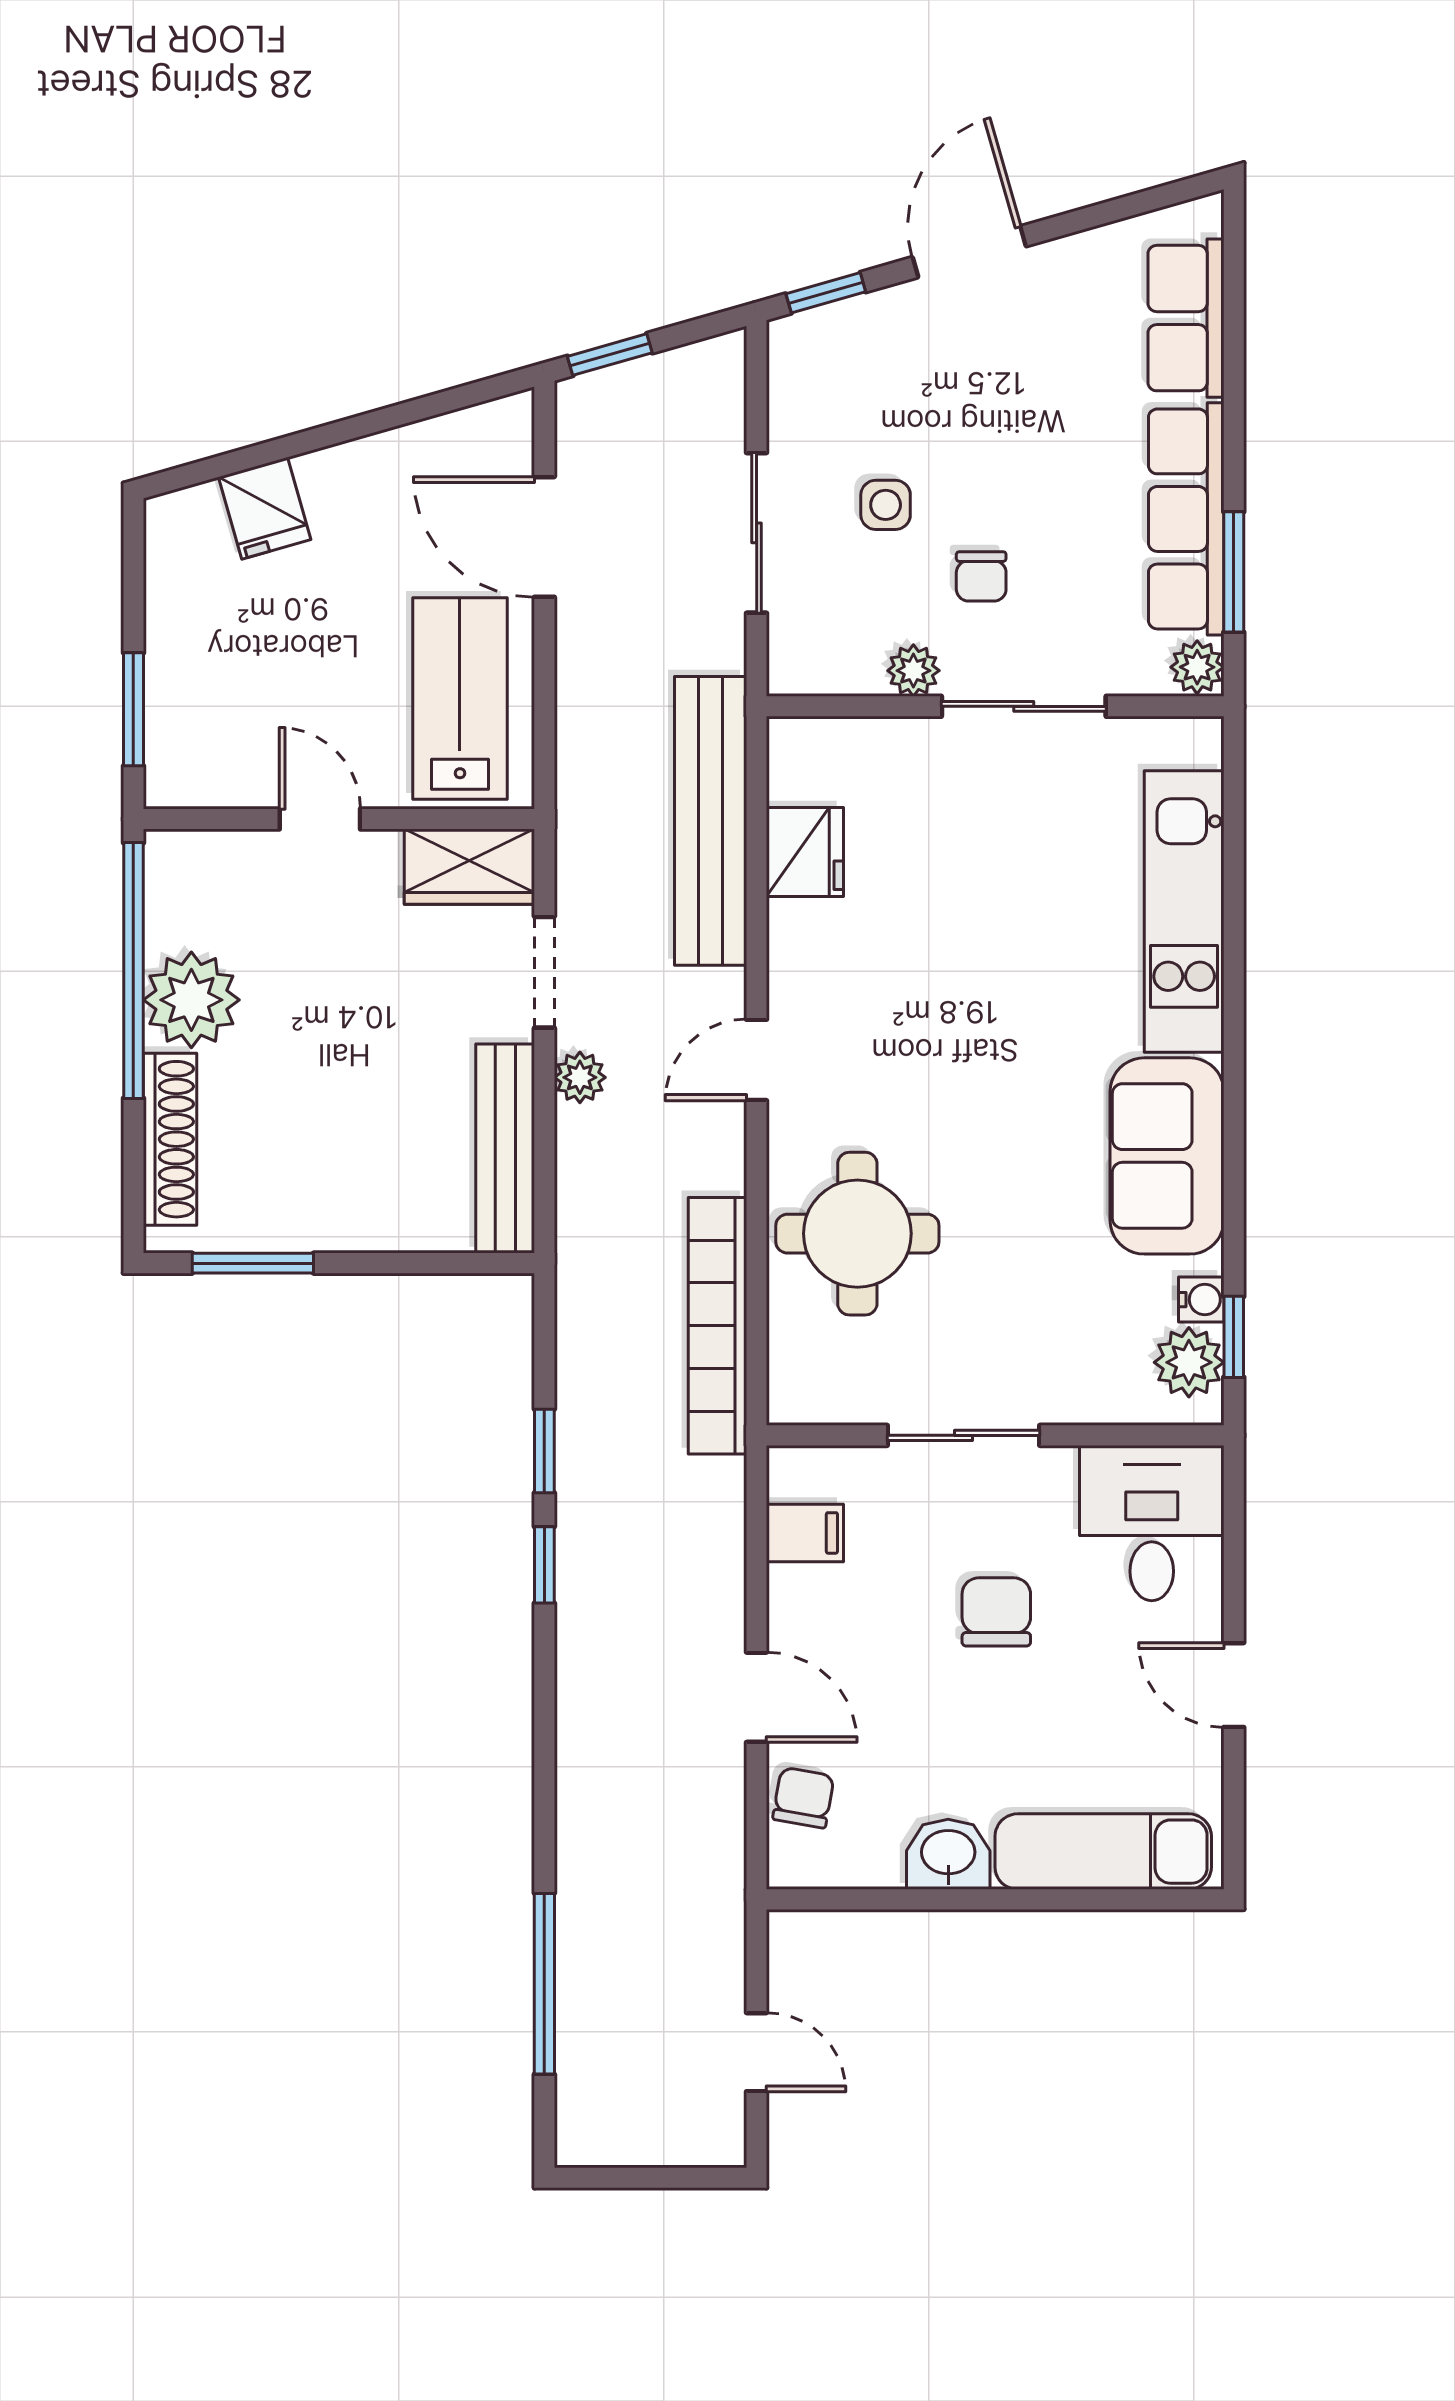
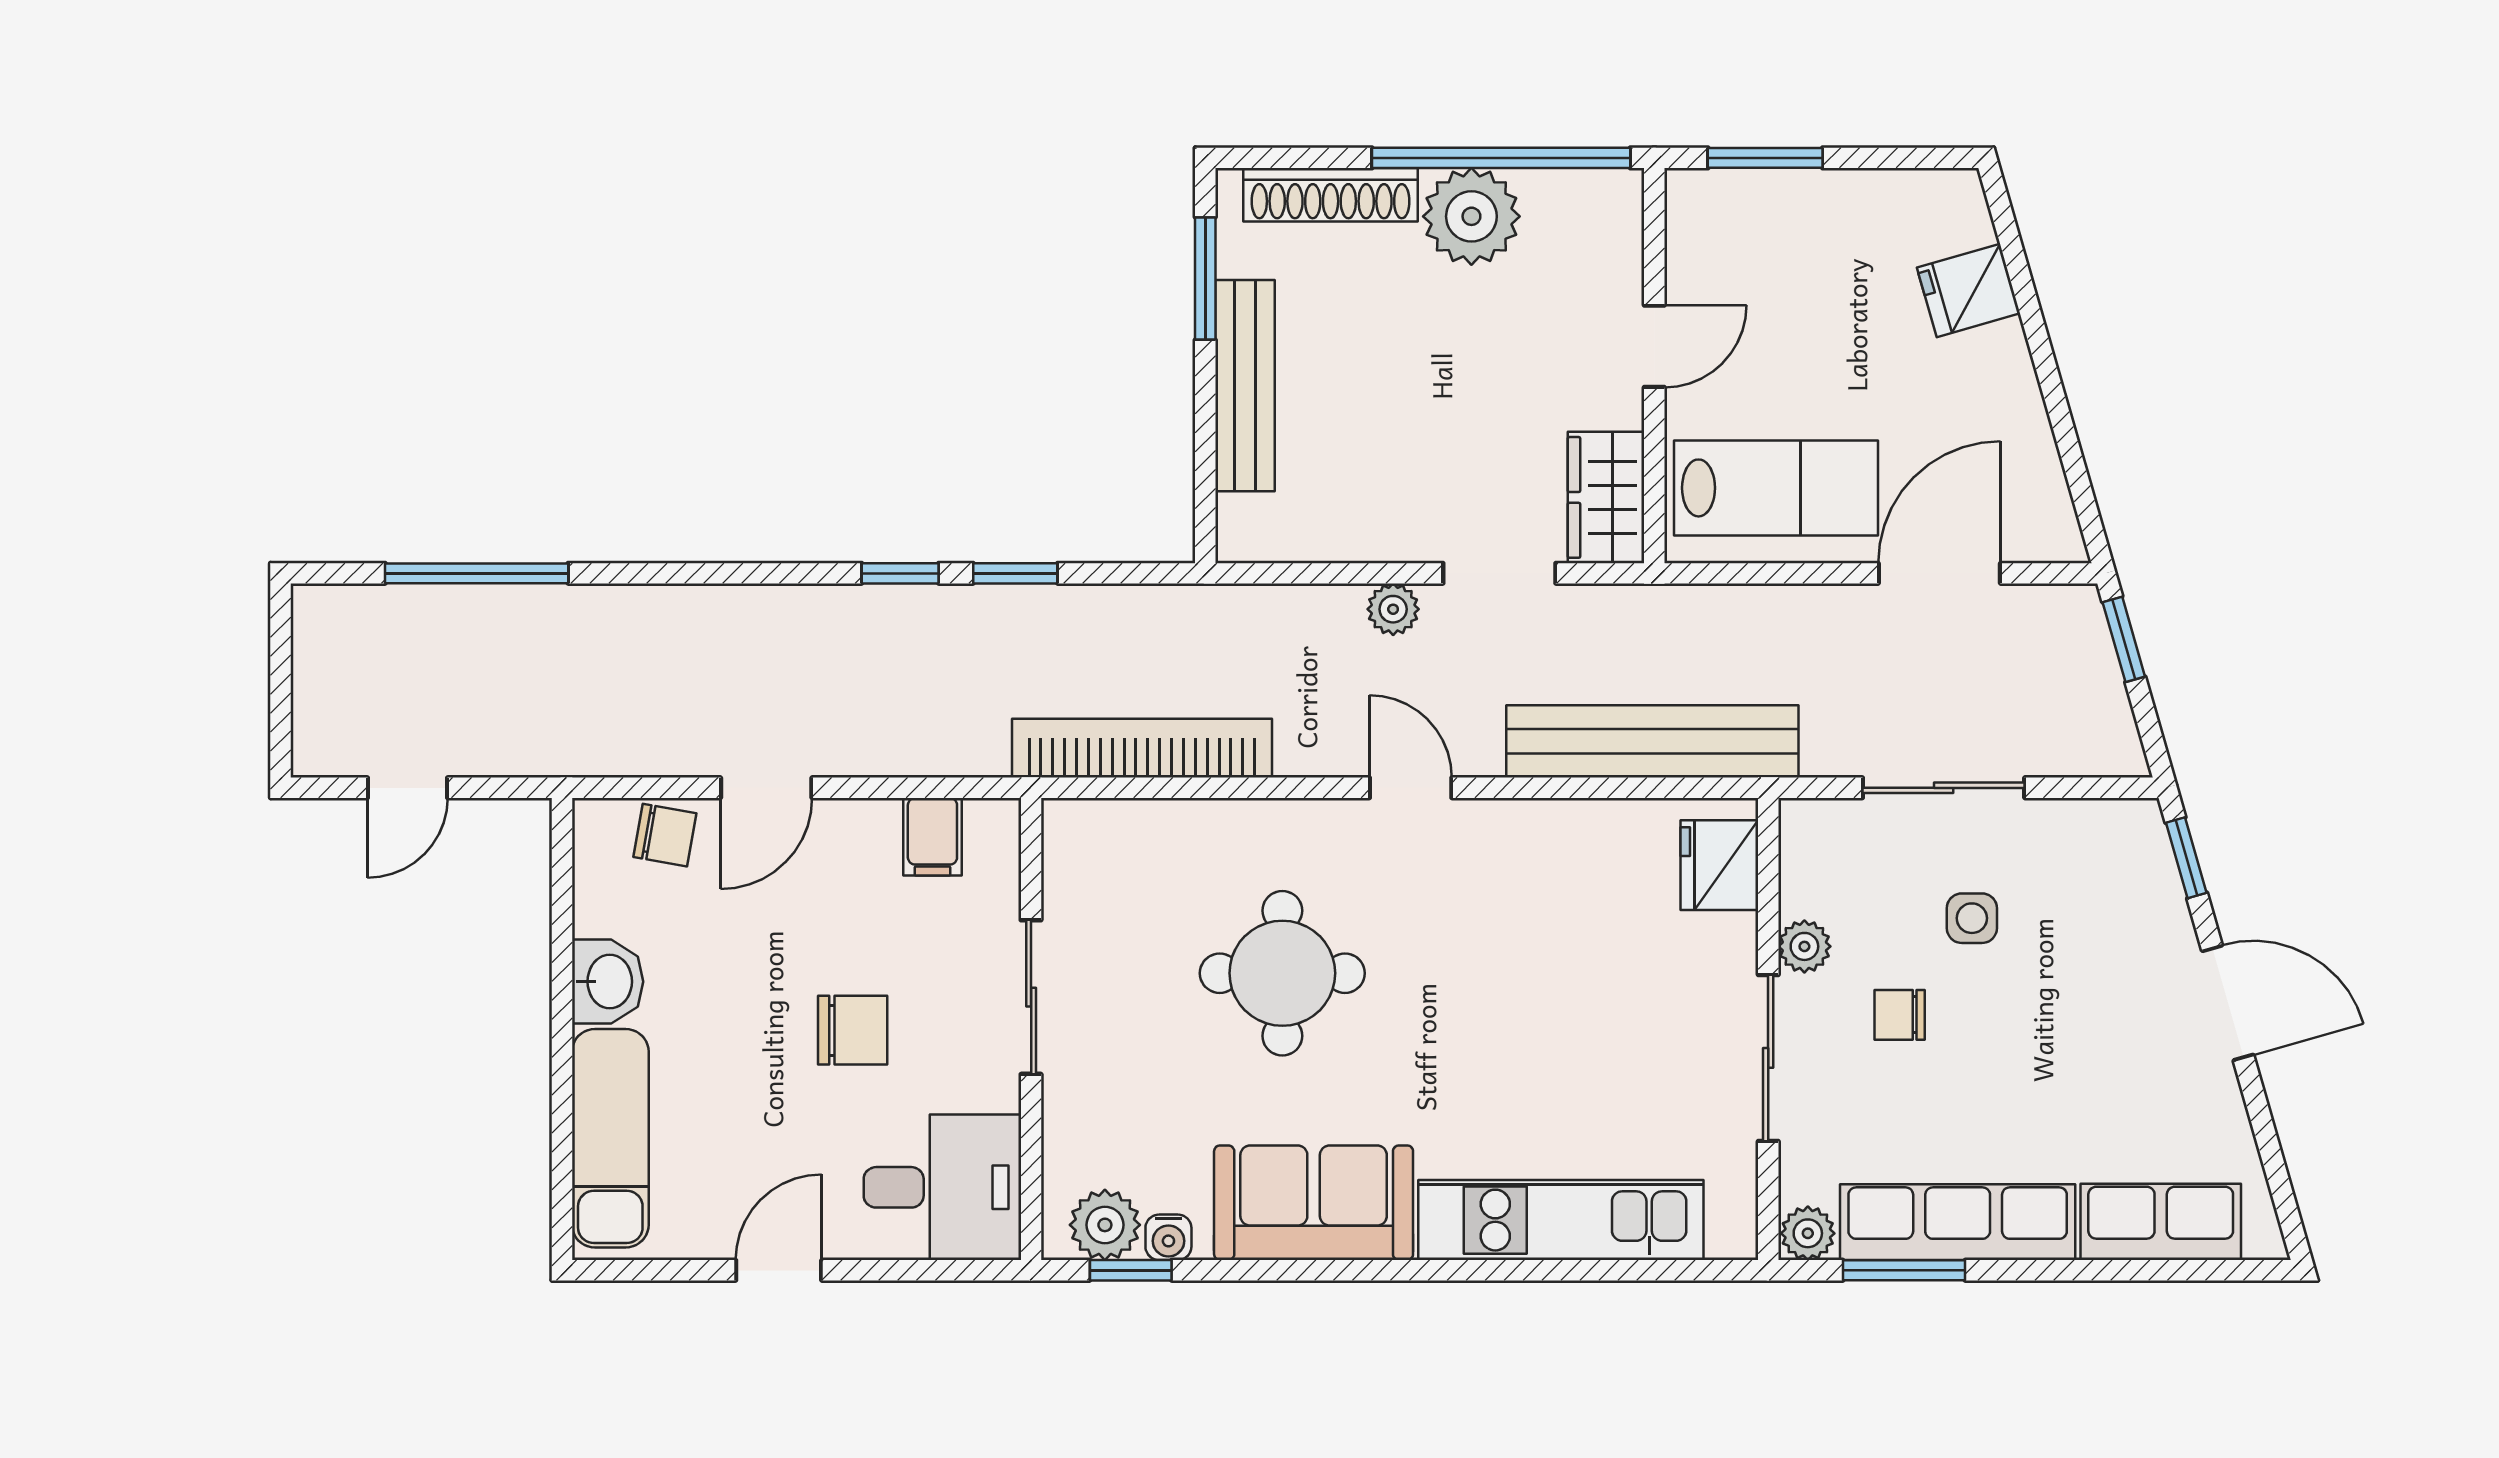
fridge: (805, 852) -> (1719, 865), moved, turned 90
bench: (505, 1149) -> (1245, 386), moved, turned 90
round table: (857, 1234) -> (1282, 973), moved

